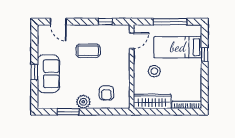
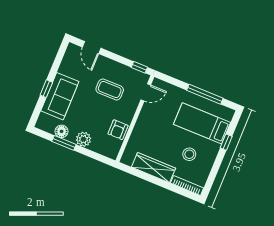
door: (132, 41) -> (146, 92), moved
wall: (132, 67) -> (135, 119), moved
stool: (154, 71) -> (189, 154), moved
armchair: (106, 93) -> (118, 130), moved
floor lamp: (62, 103) -> (62, 131), added

